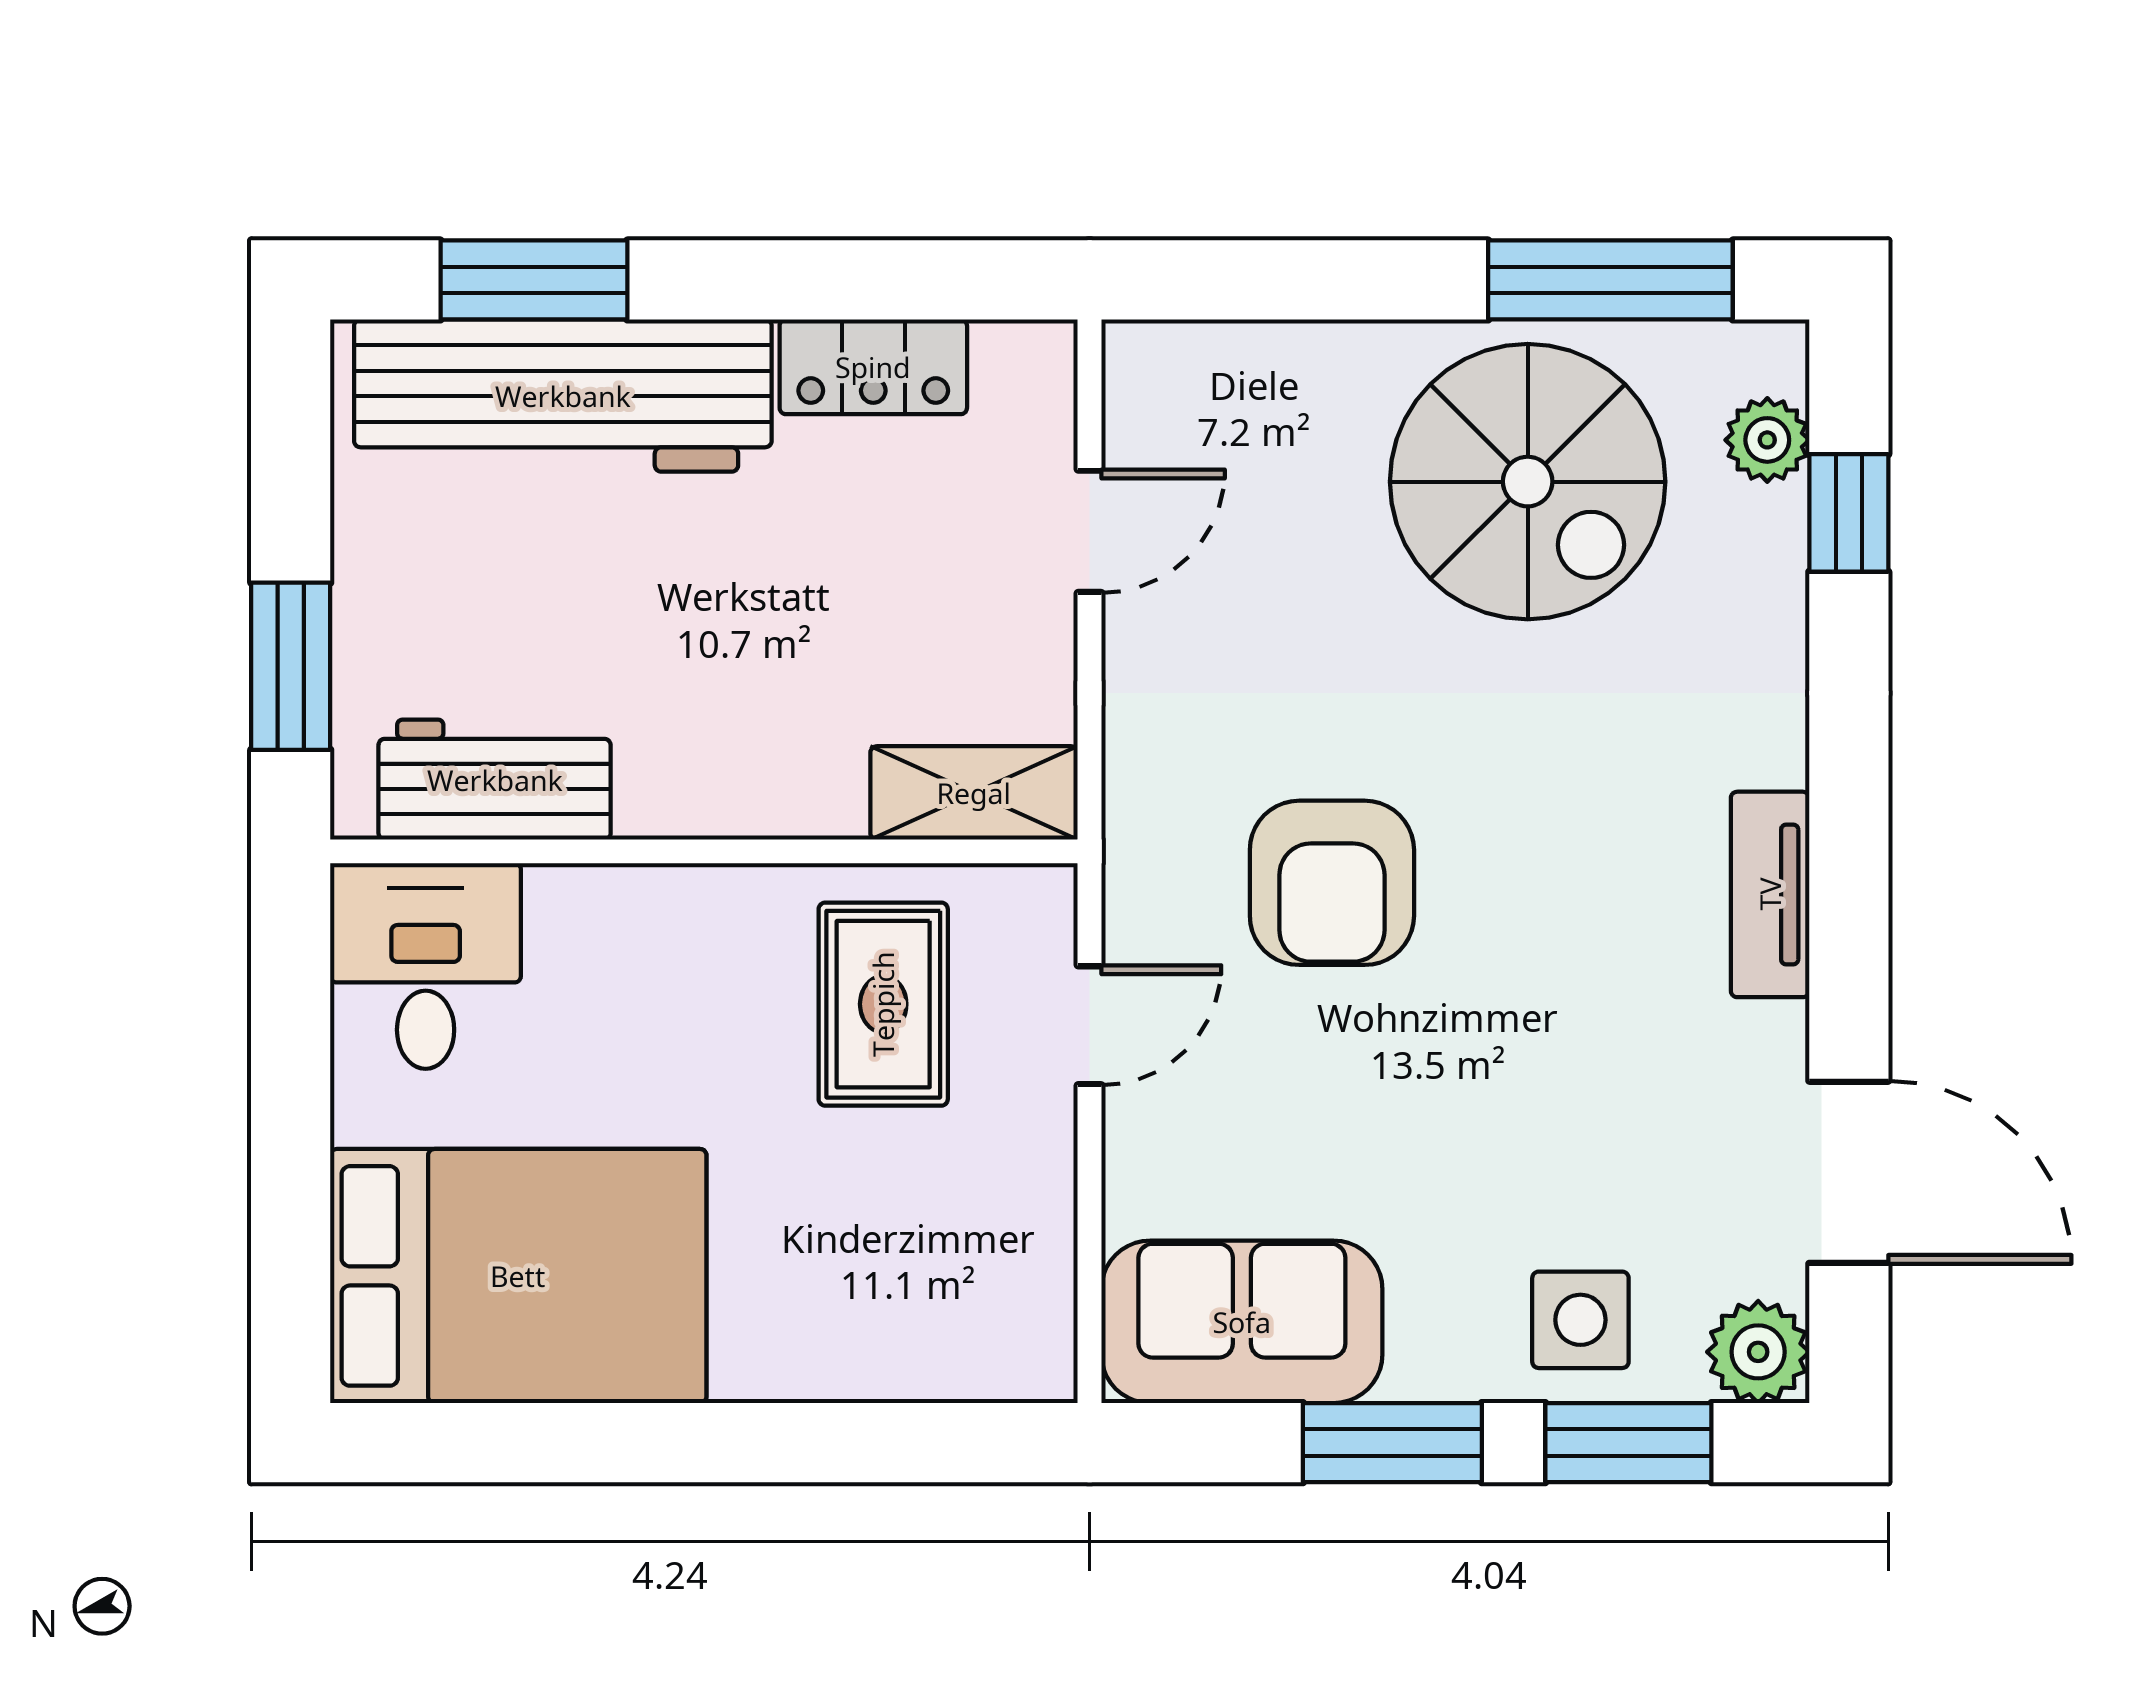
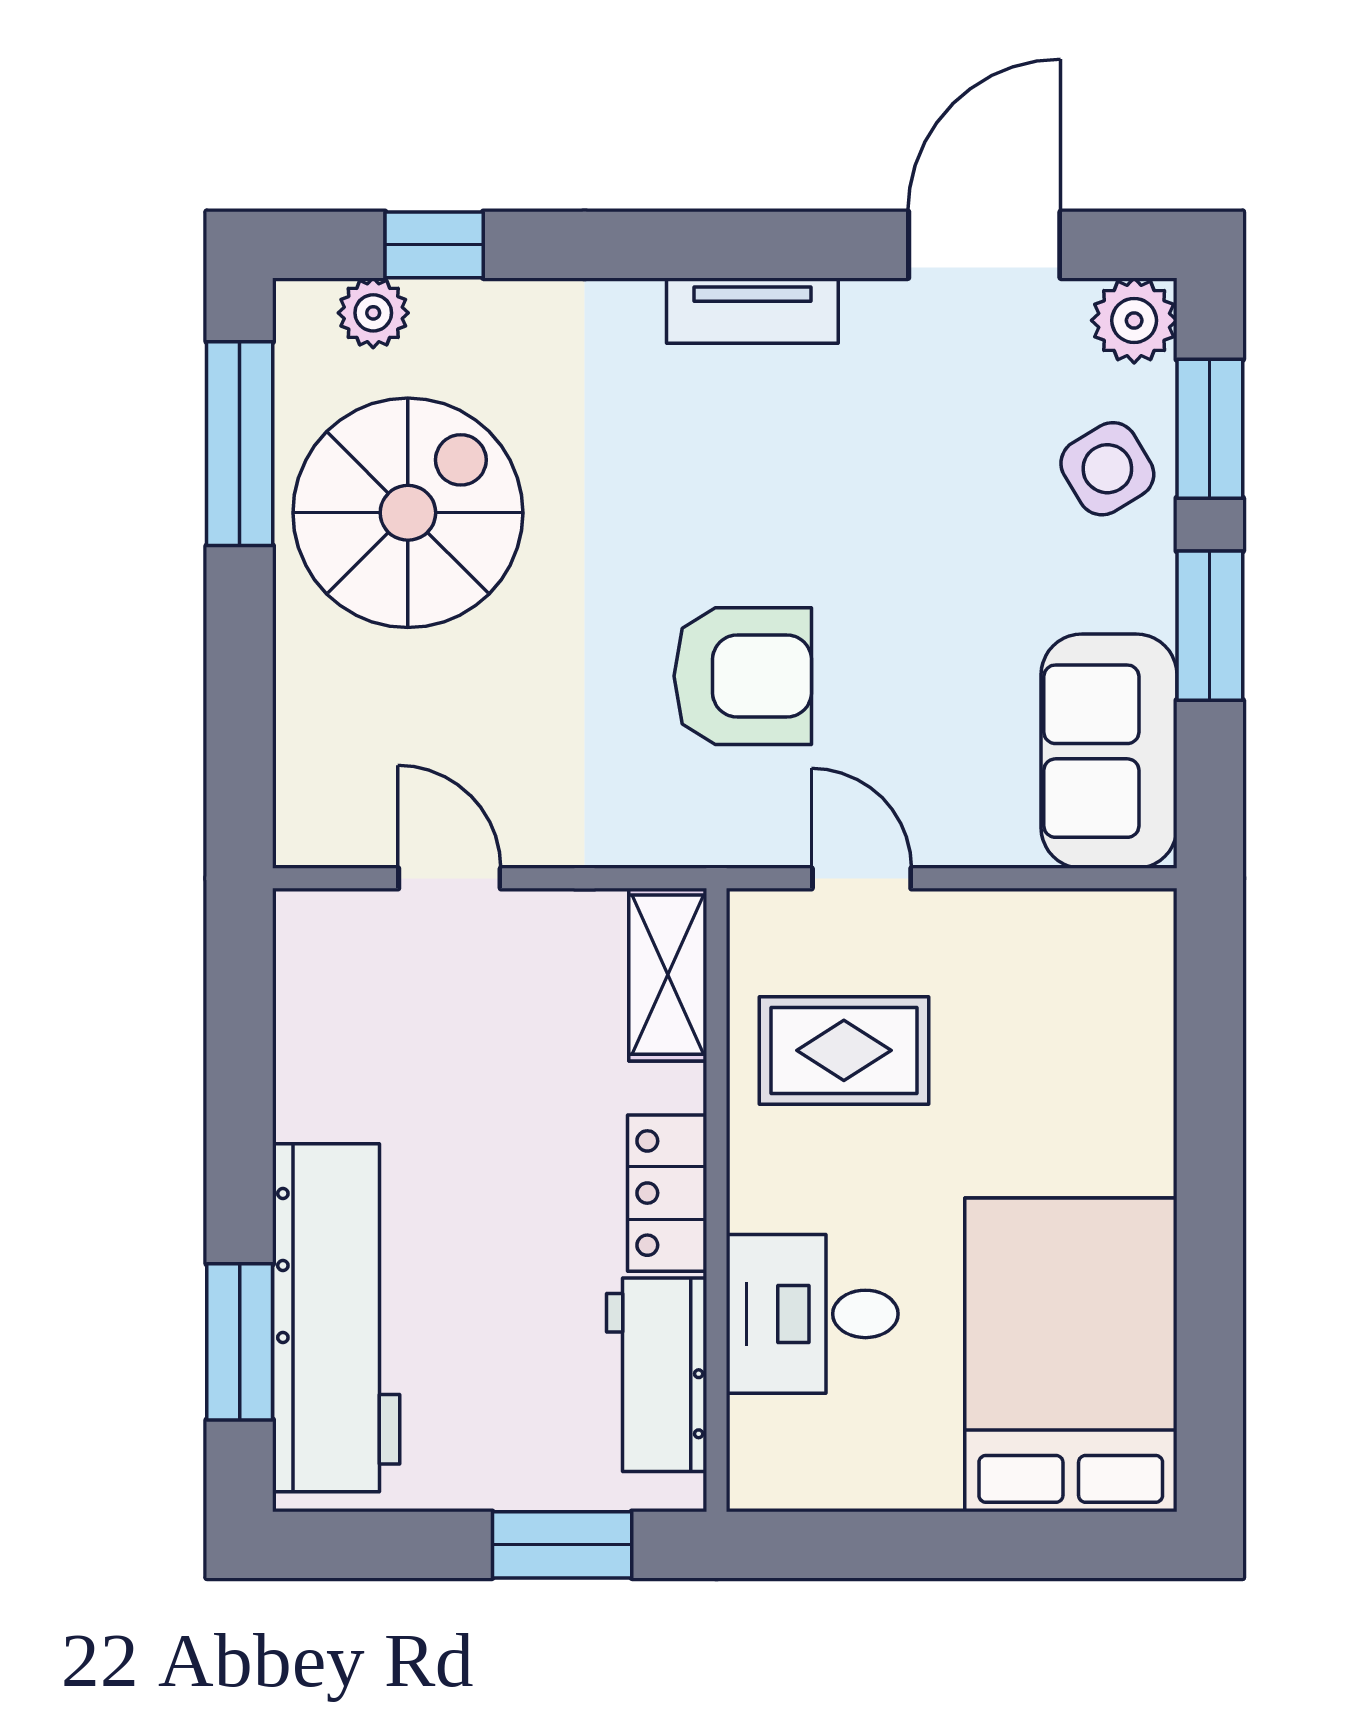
locker: (873, 367) -> (667, 1193), moved, turned 180
desk: (426, 966) -> (812, 1314), moved
side table: (1580, 1320) -> (1107, 469), turned -31

